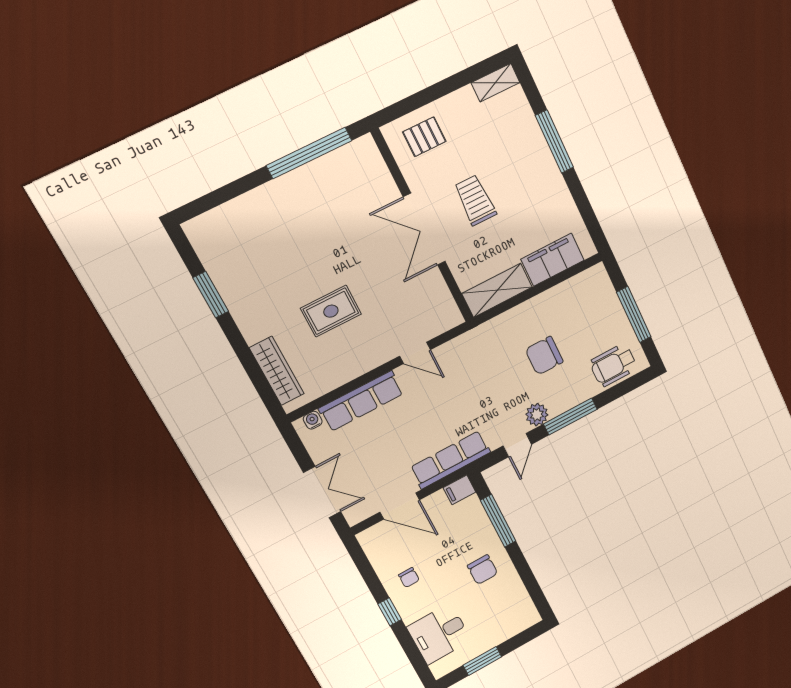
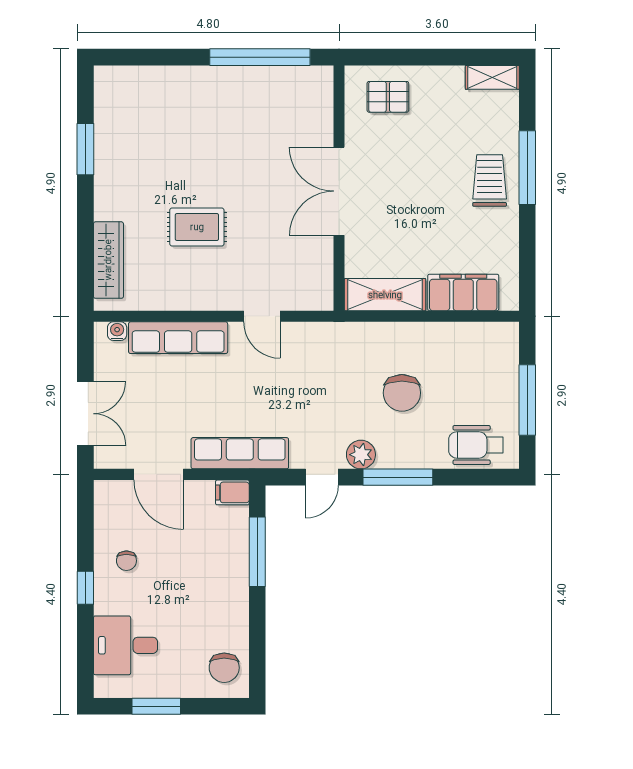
trolley: (475, 200) -> (490, 181), moved
chair: (544, 356) -> (402, 393), turned -90
chair: (482, 570) -> (224, 668), moved

